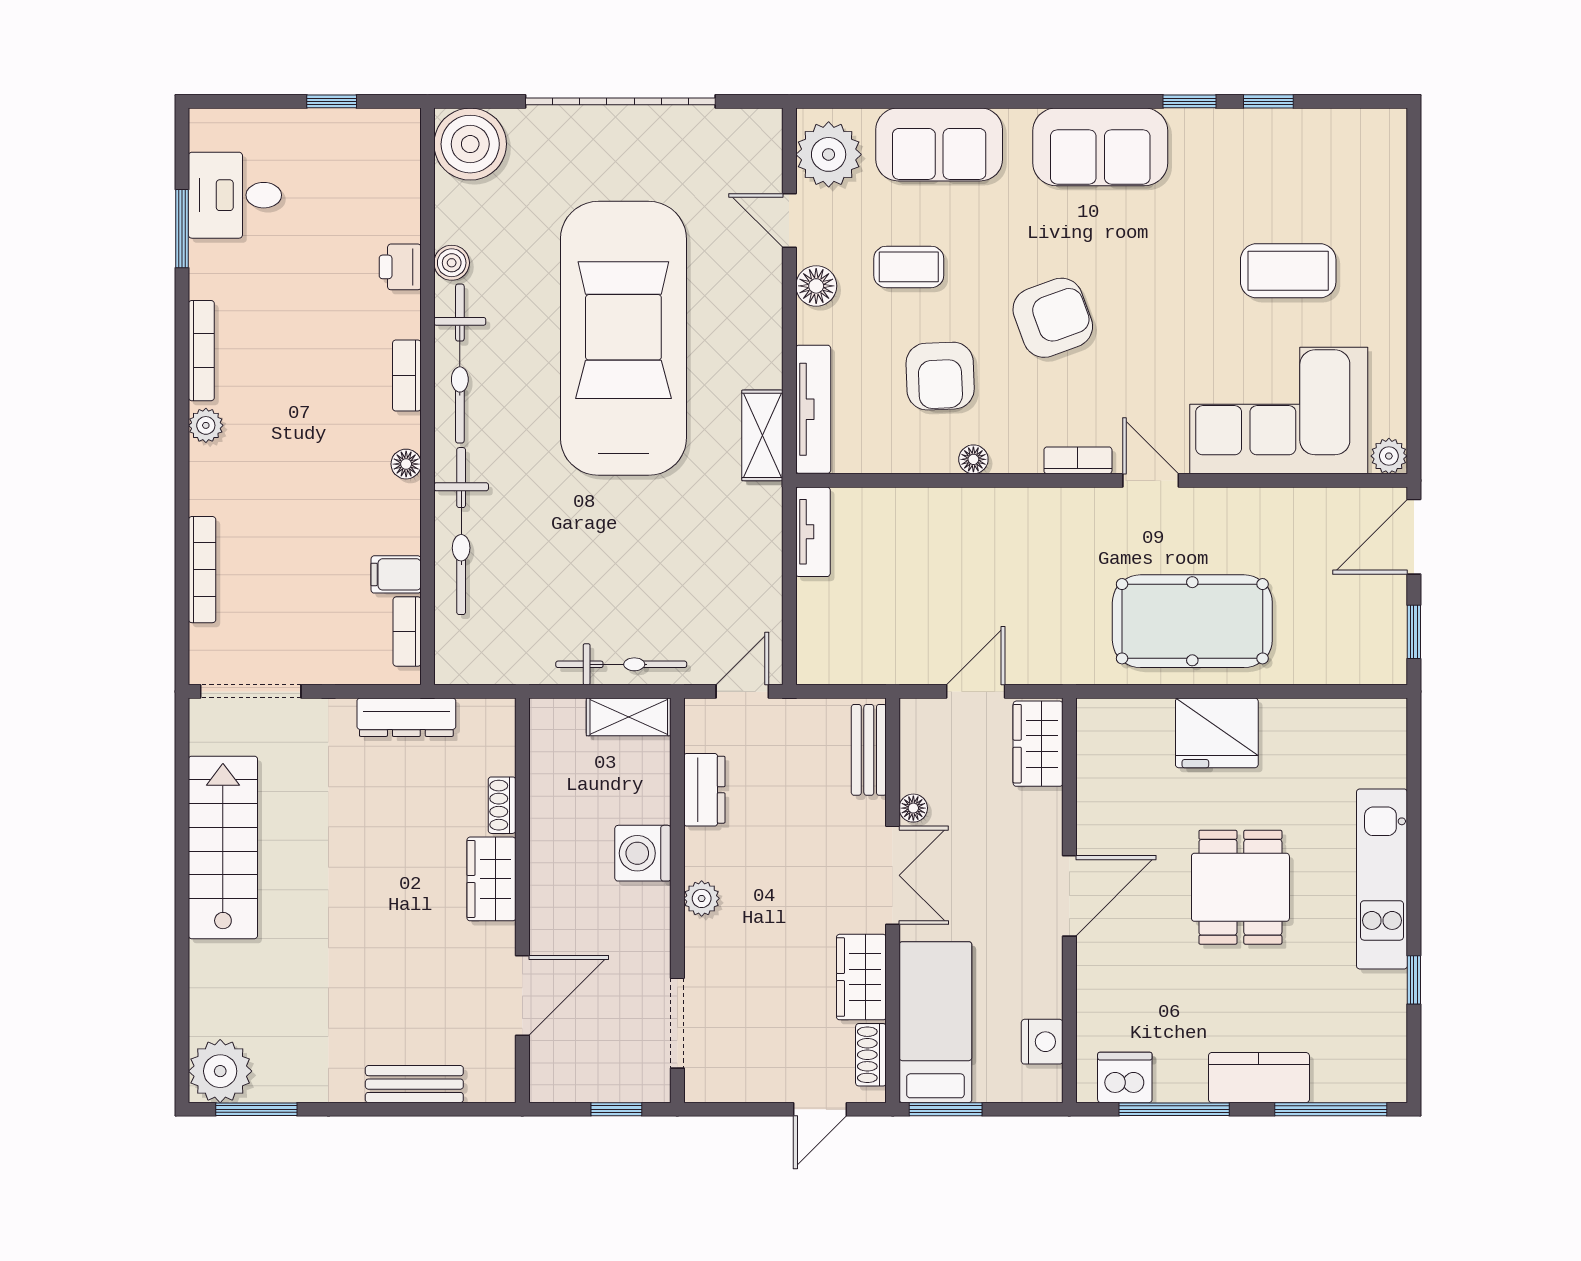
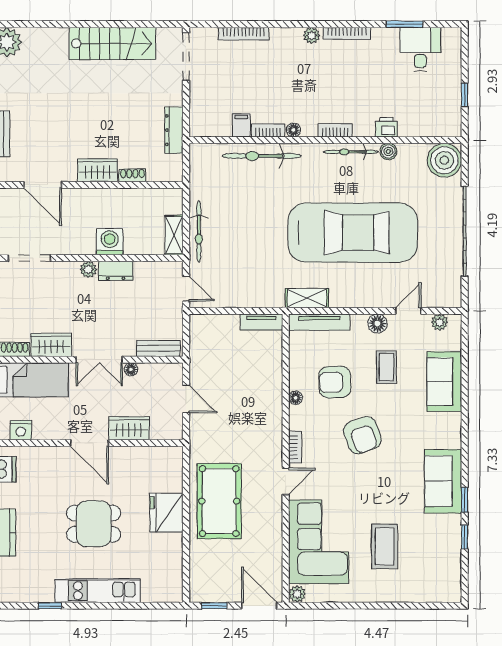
sofa: (1100, 147) -> (443, 481), moved
plant: (829, 154) -> (440, 322), width x0.53, depth x0.53
bicycle: (460, 364) -> (351, 152), width x0.73, depth x0.71
bookcase: (407, 631) -> (268, 130), moved
wardrobe: (1038, 744) -> (129, 428), moved
dresser: (704, 790) -> (116, 271), moved

